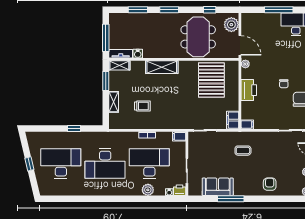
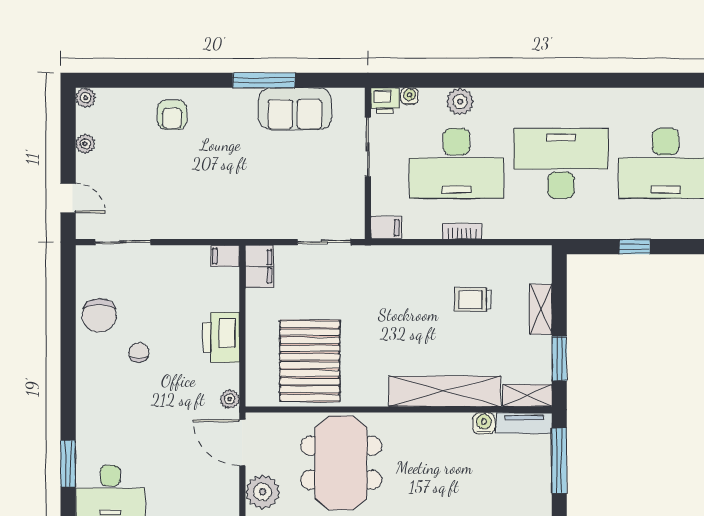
shelving: (162, 67) -> (445, 391), width x1.47
coffee table: (243, 151) -> (235, 194), removed

